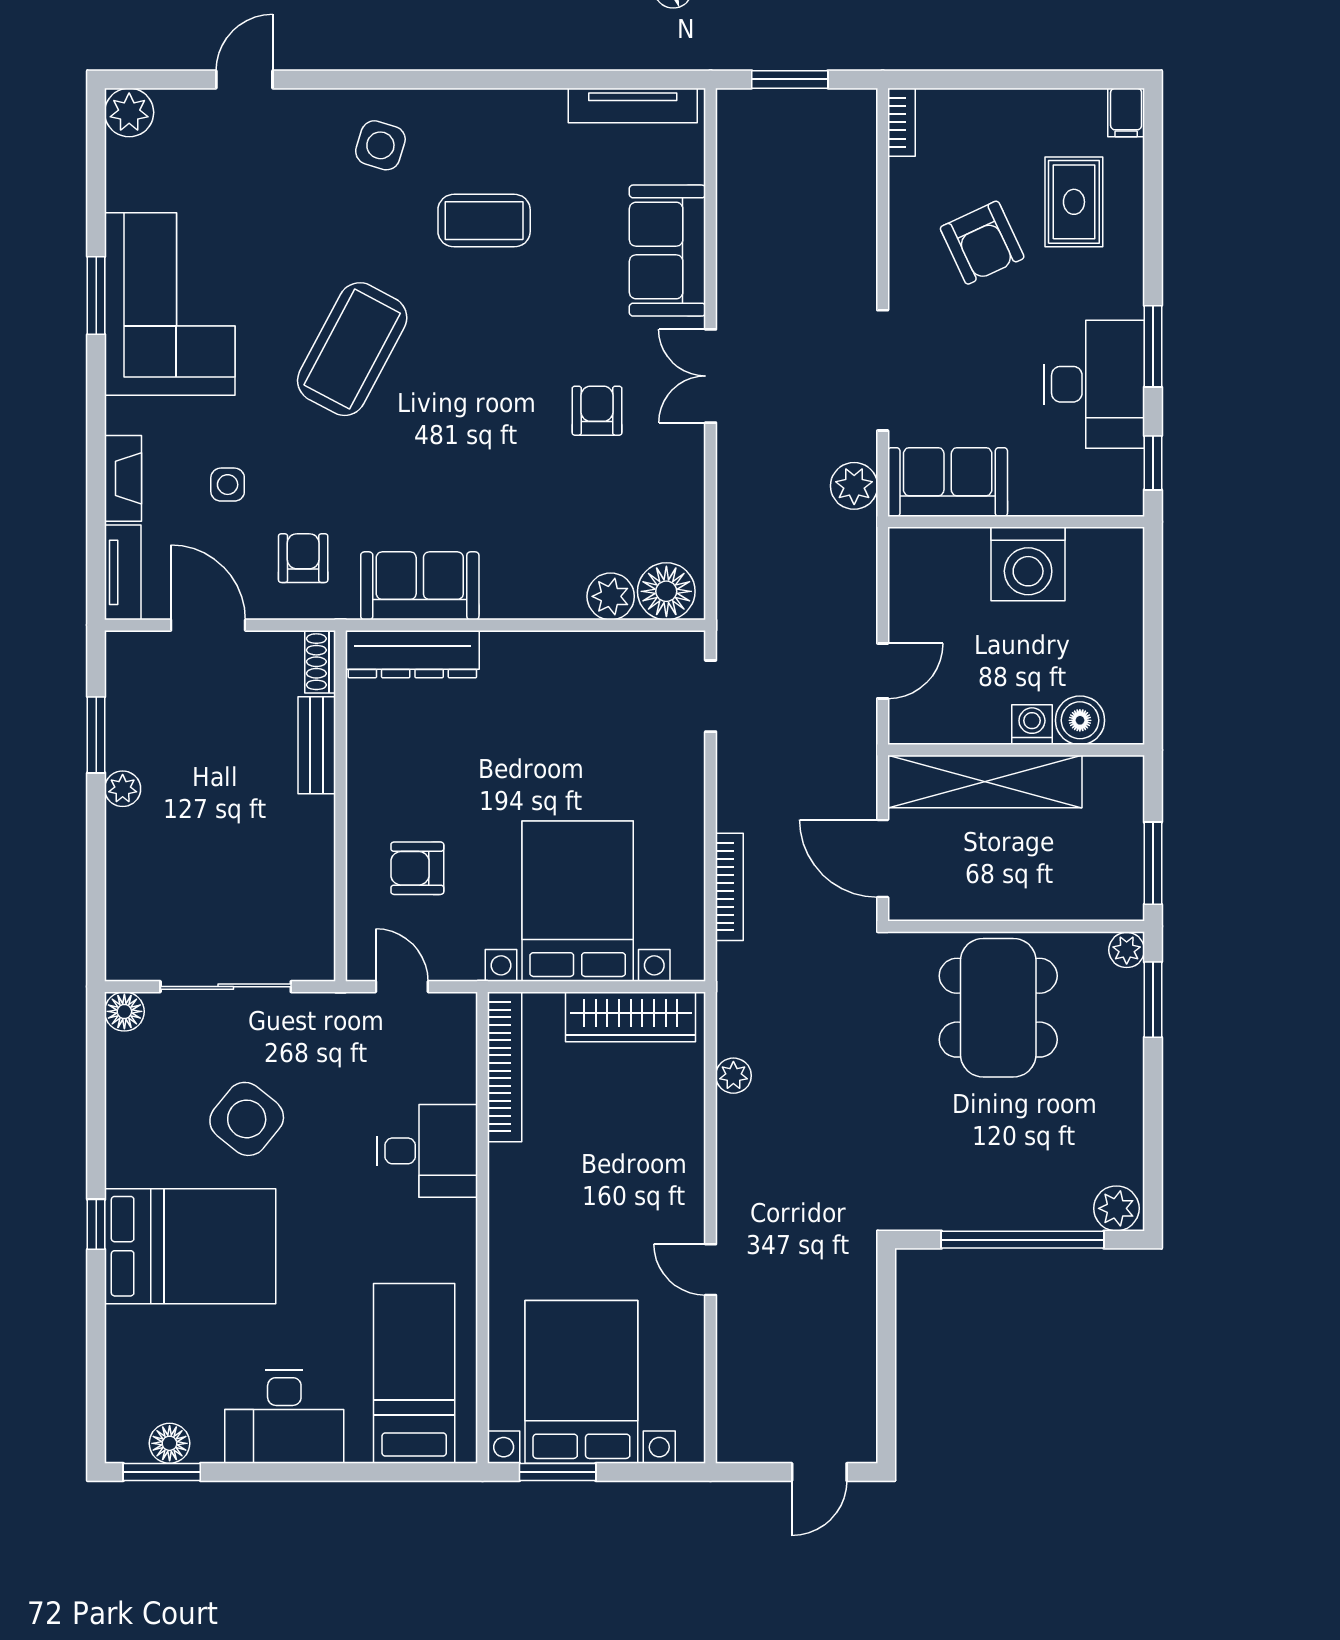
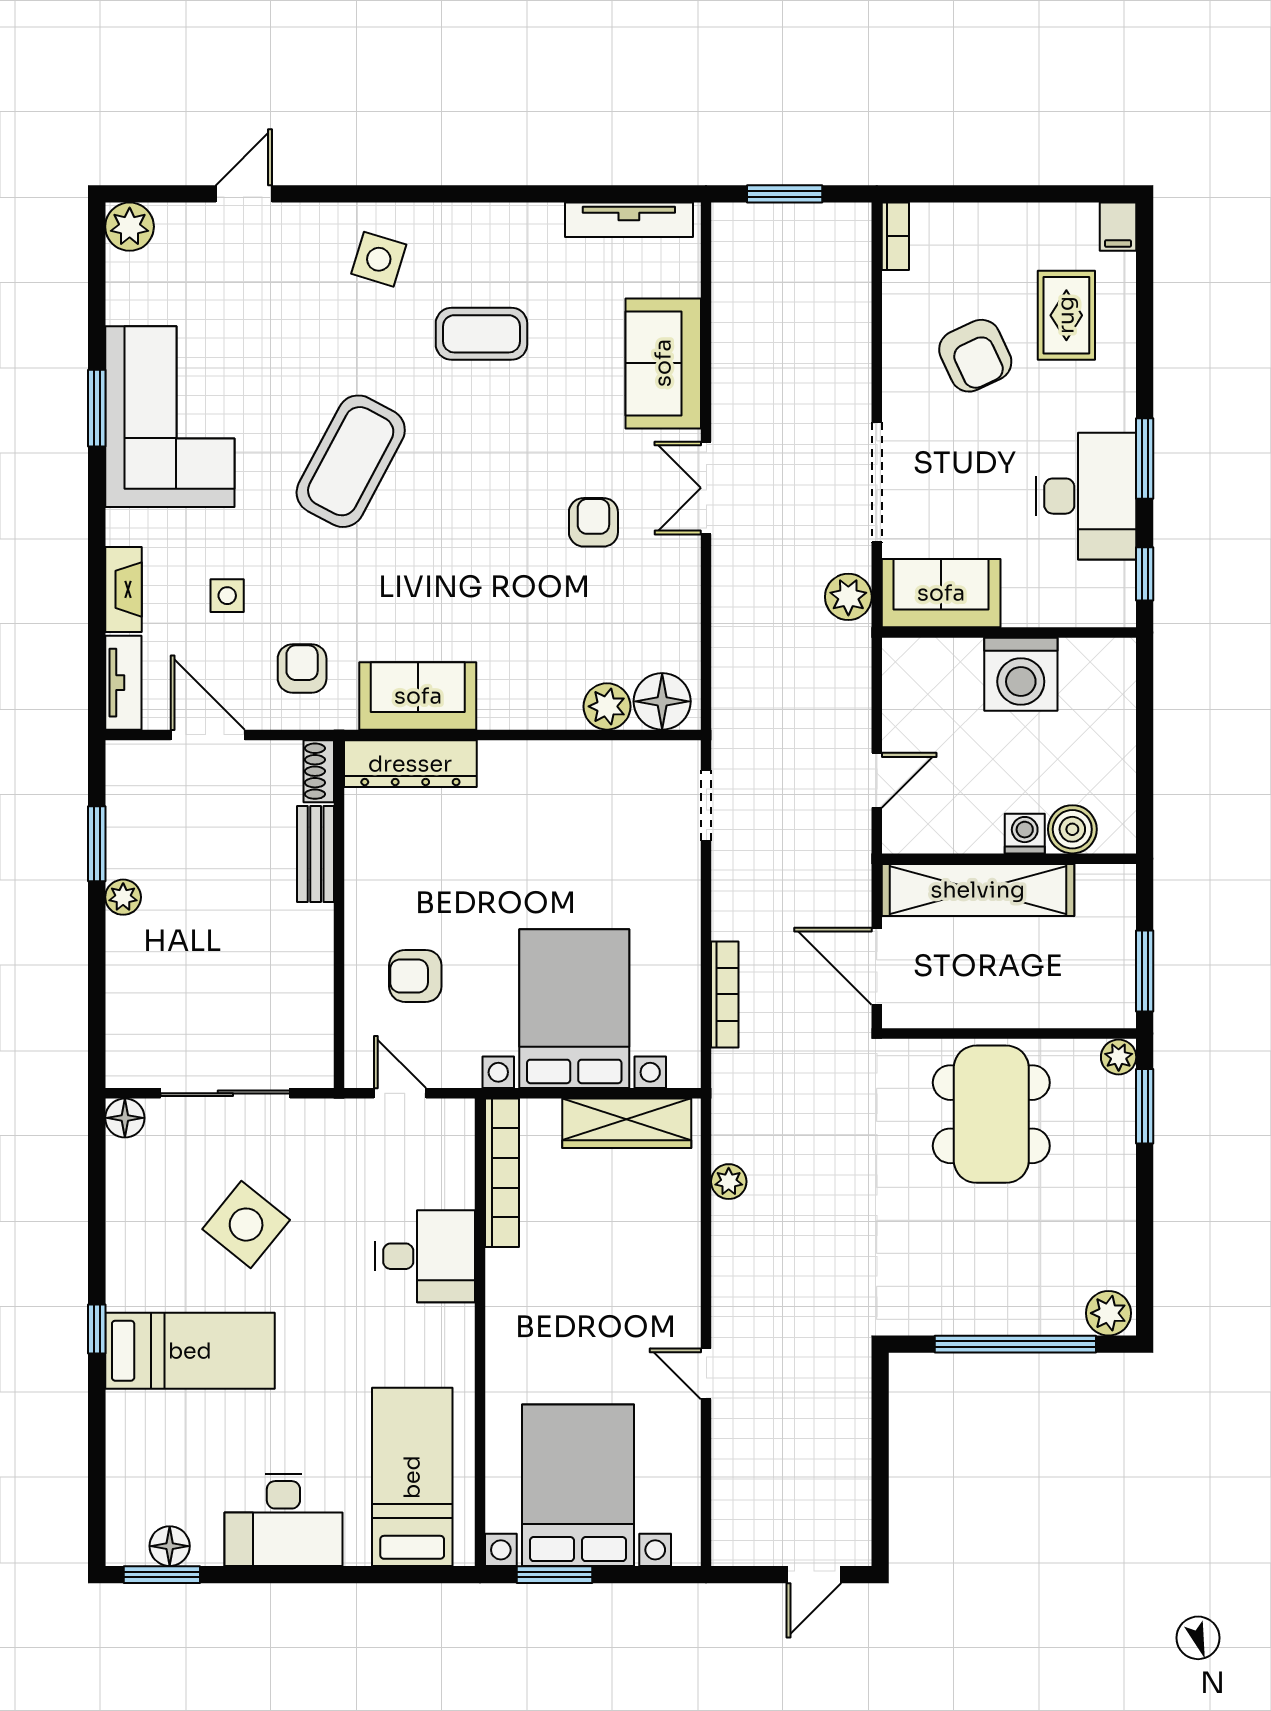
bed: (190, 1246) -> (190, 1351), width x0.67

